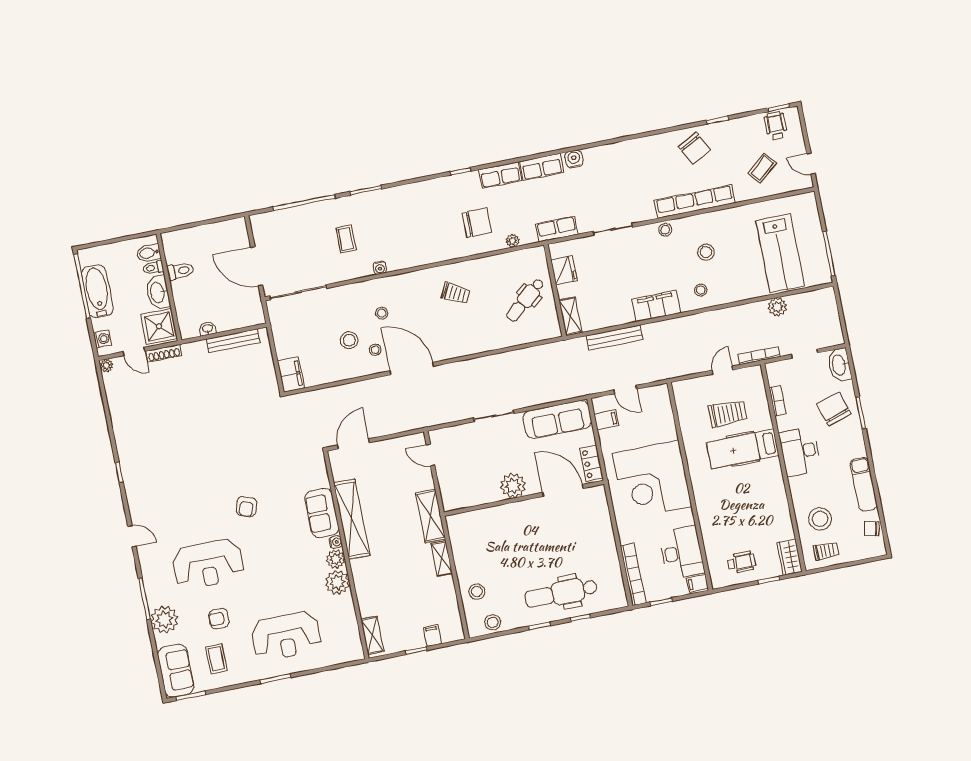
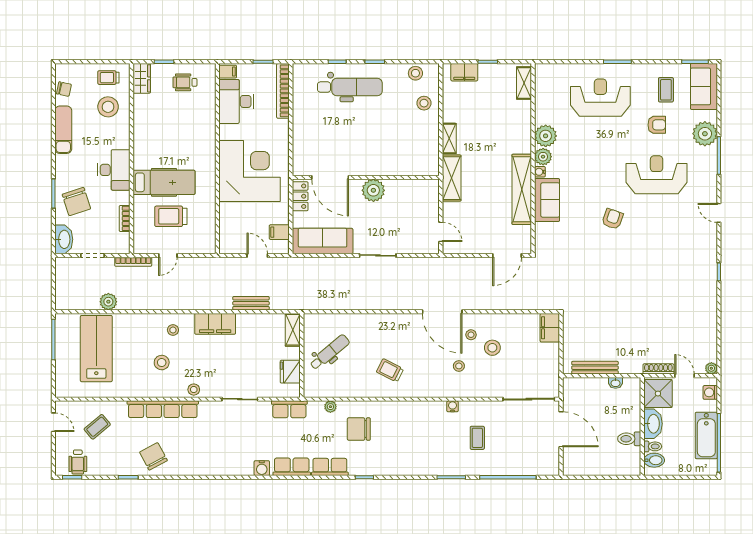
bench: (615, 338) -> (251, 303), width x0.73
filing cabinet: (432, 636) -> (464, 72), width x2.00

